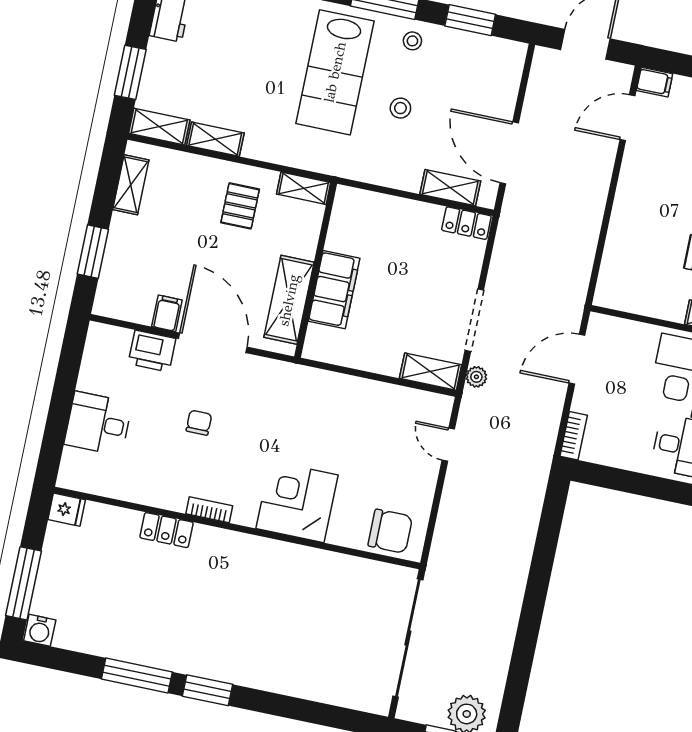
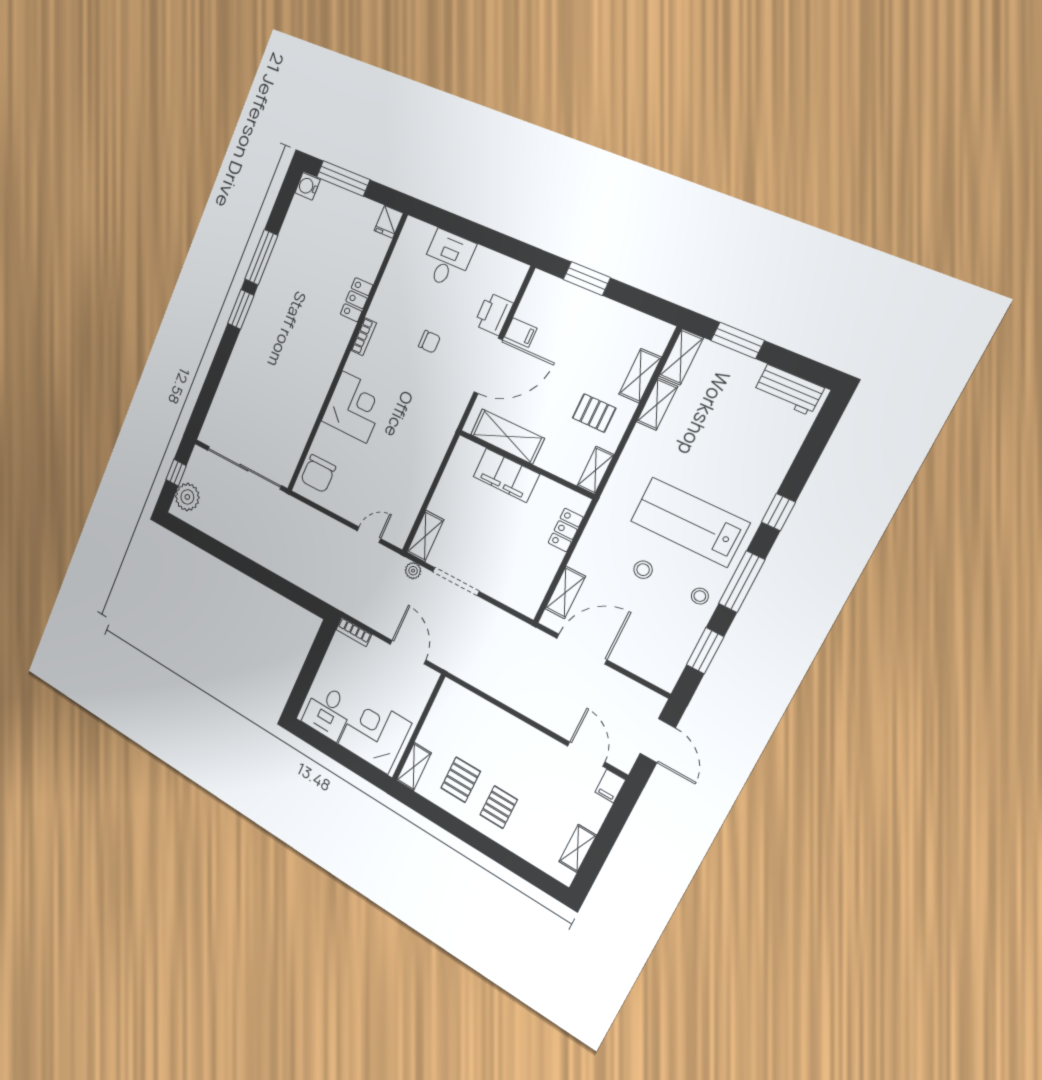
shelving: (131, 185) -> (640, 376), moved, turned 90
locker: (466, 223) -> (566, 530), moved

